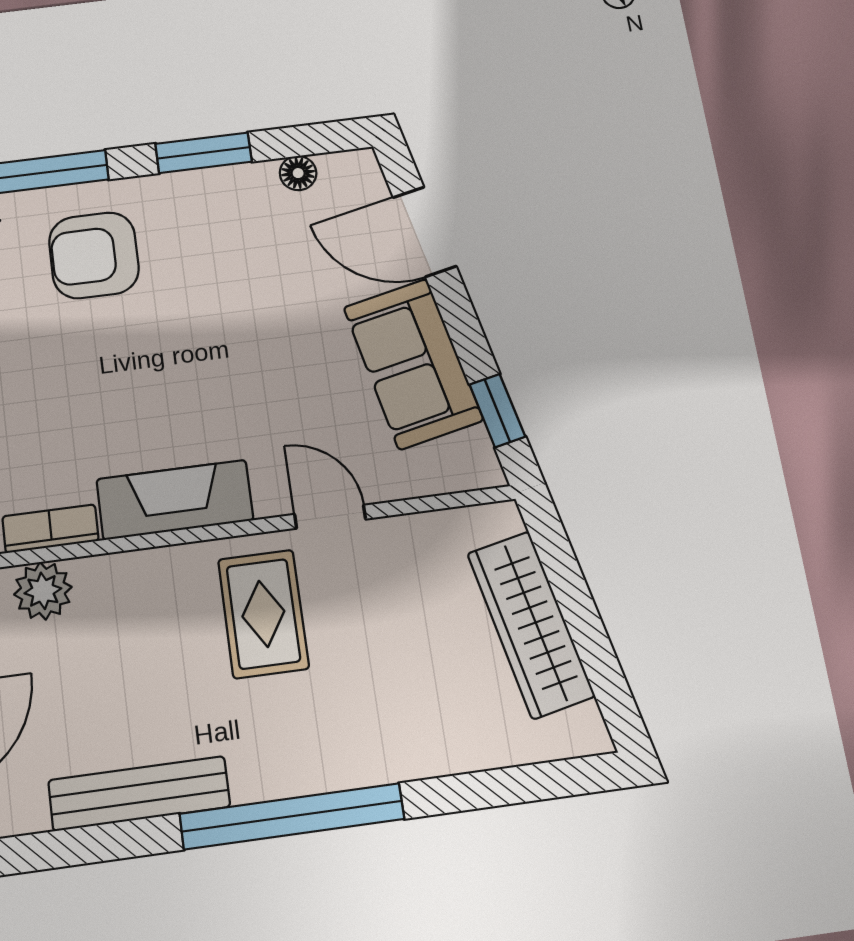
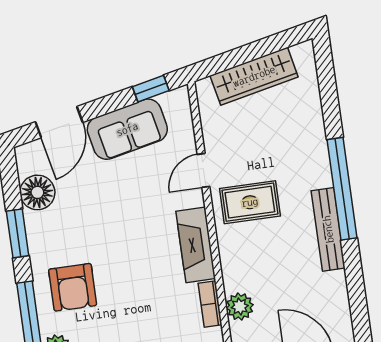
floor lamp: (298, 173) -> (37, 192), width x1.89, depth x1.89
bench: (139, 794) -> (328, 229), moved

